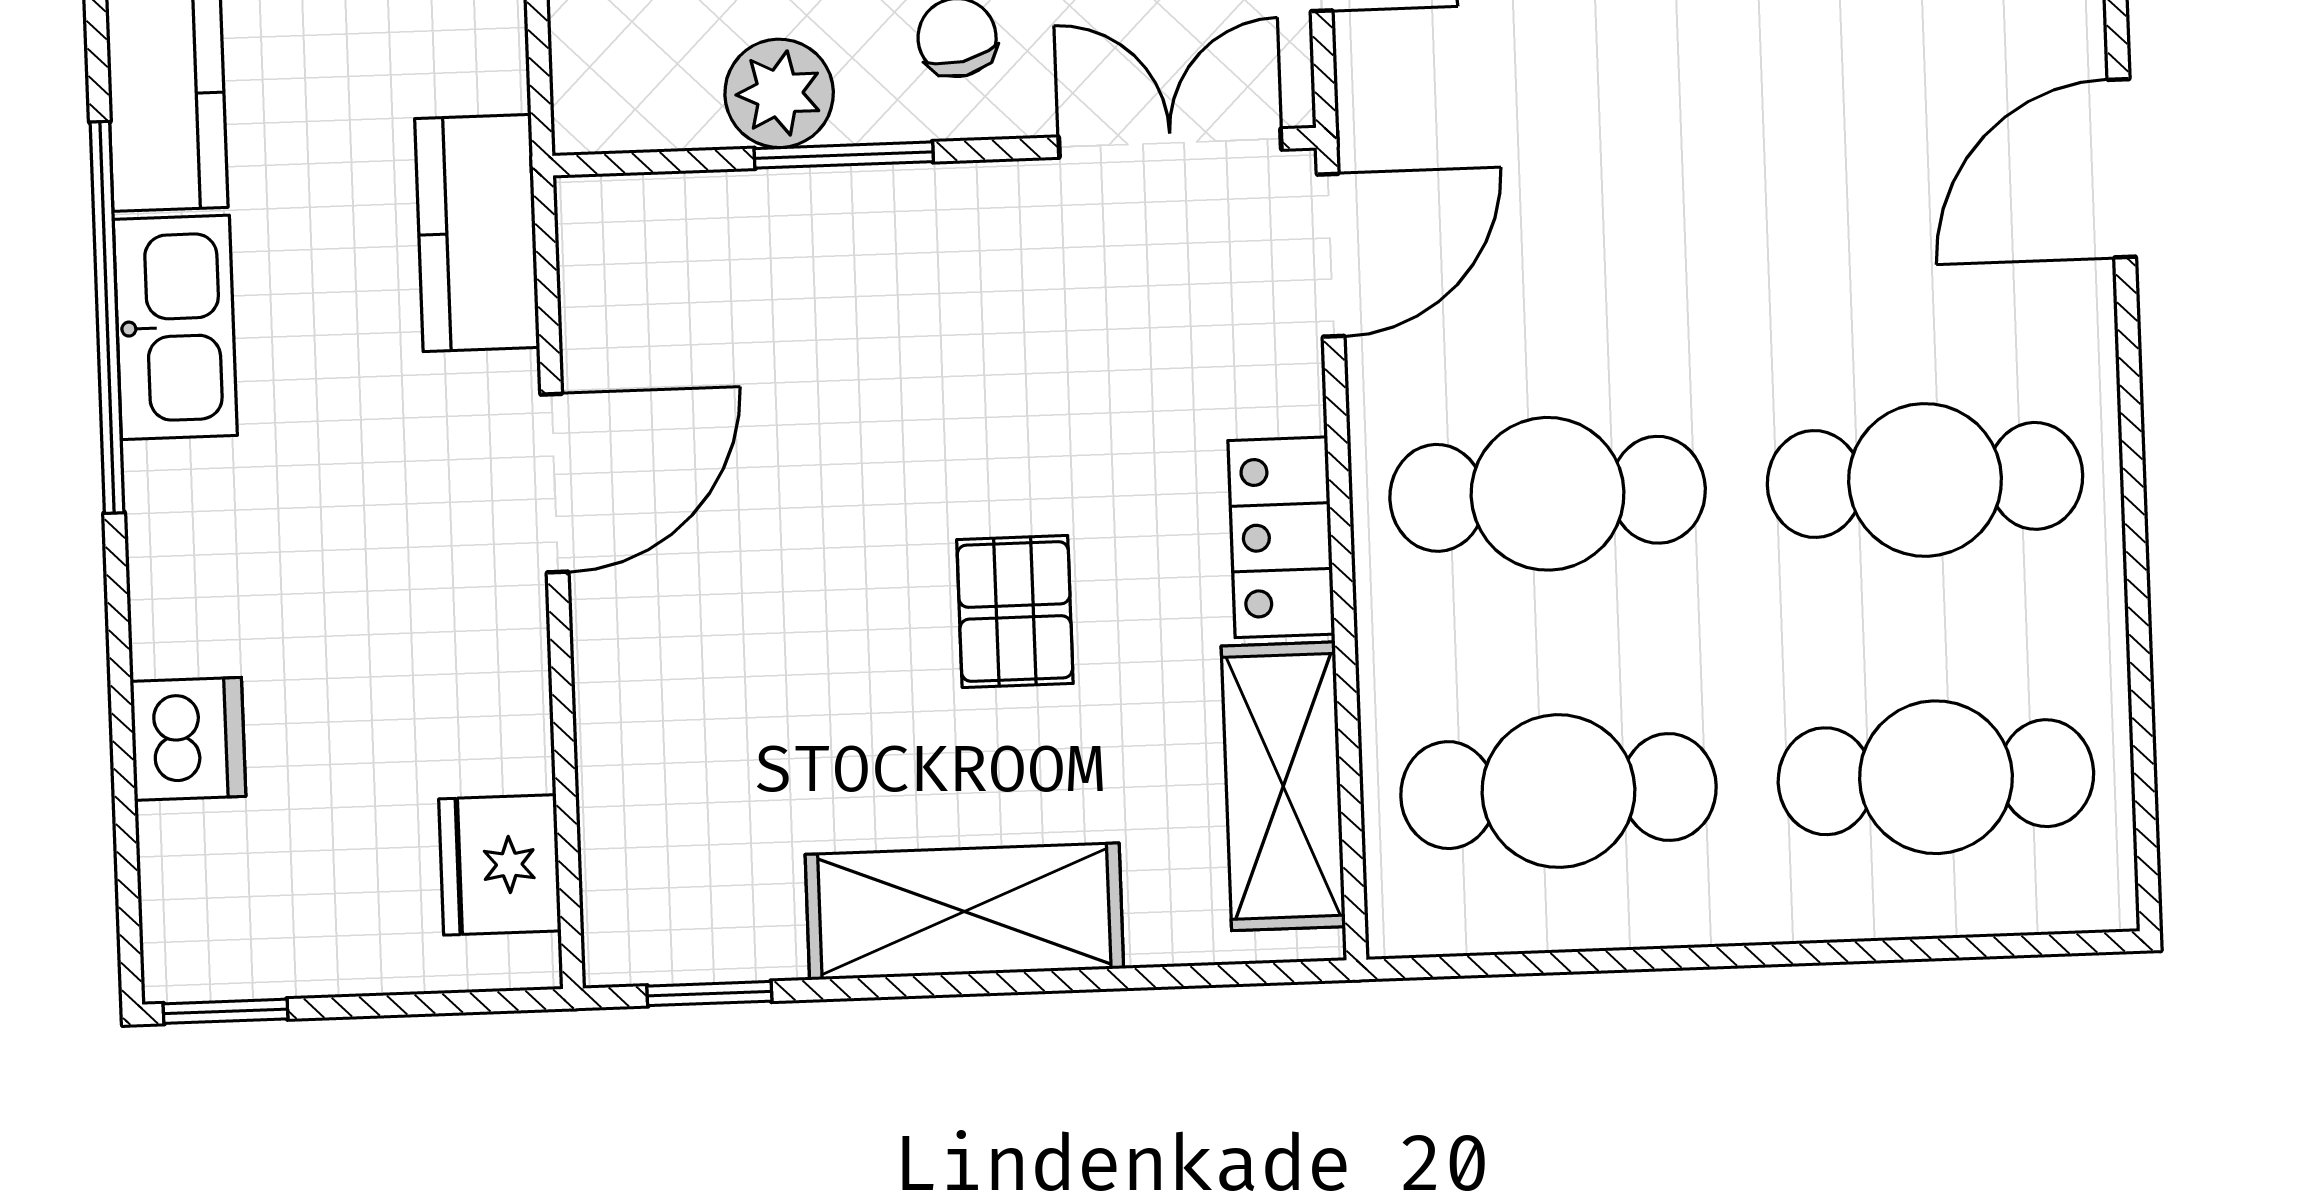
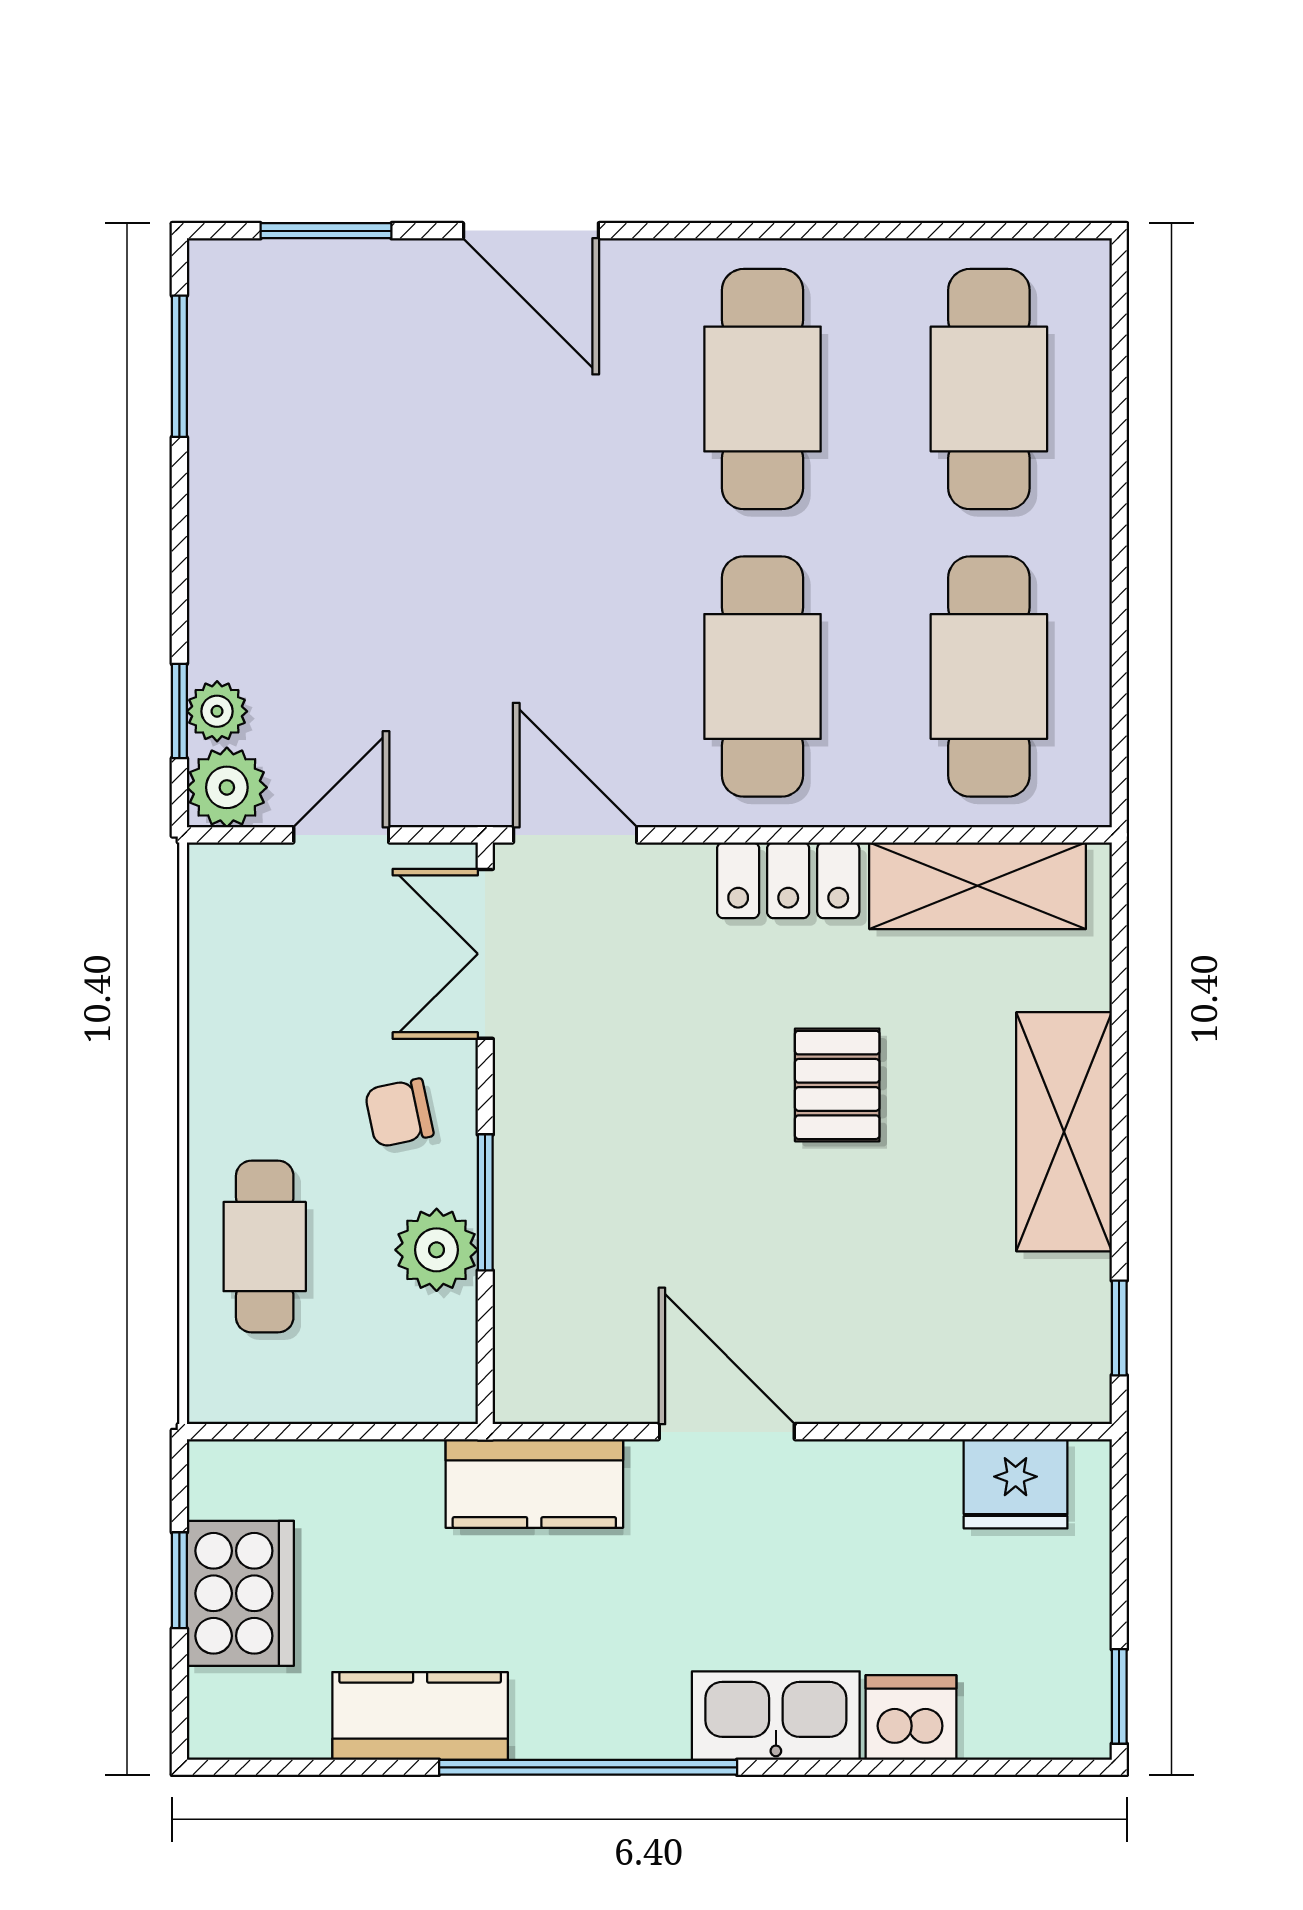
kitchen sink: (175, 327) -> (776, 1716), moved
pallet: (1015, 611) -> (837, 1085), turned 90

